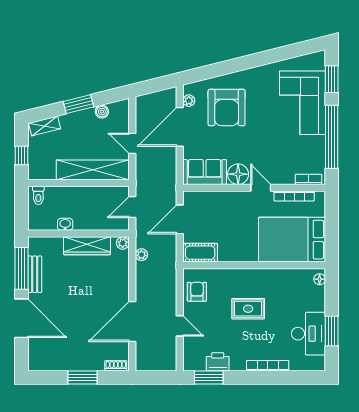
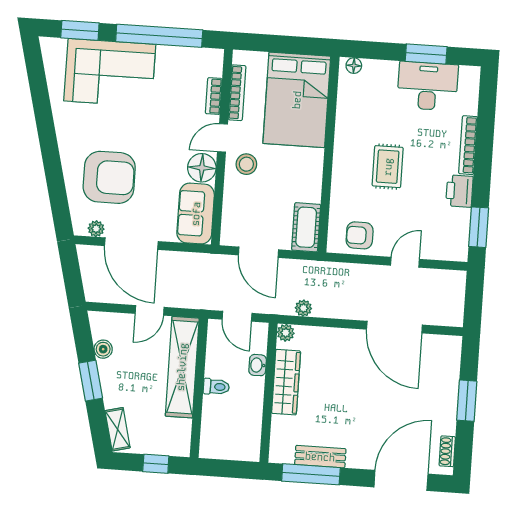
bookcase: (309, 179) -> (214, 96), moved
toilet: (38, 195) -> (216, 387), moved
stool: (243, 206) -> (246, 164), added
washbasin: (65, 224) -> (258, 365), moved
door: (21, 318) -> (401, 480), moved
printer: (218, 362) -> (459, 191), moved
shoe rack: (116, 366) -> (447, 451), moved

